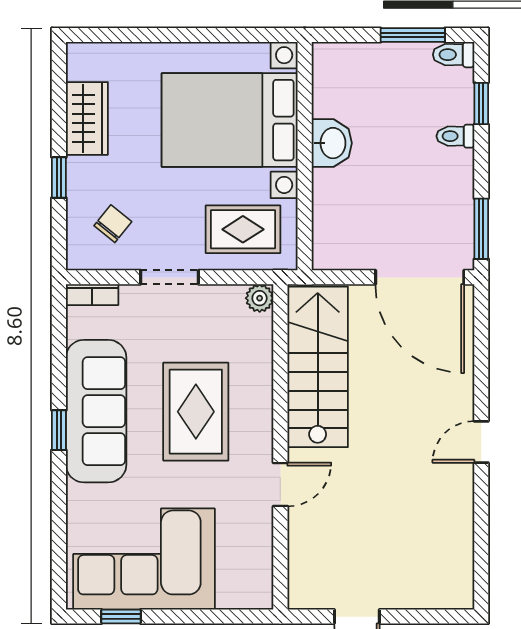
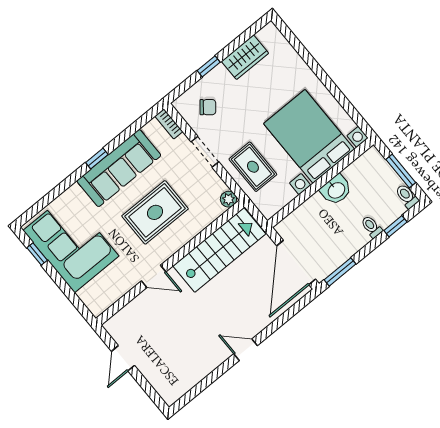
bed with nightstands: (230, 120) -> (309, 136), moved
washbasin: (332, 143) -> (336, 190), moved
wall: (305, 156) -> (320, 183), moved

